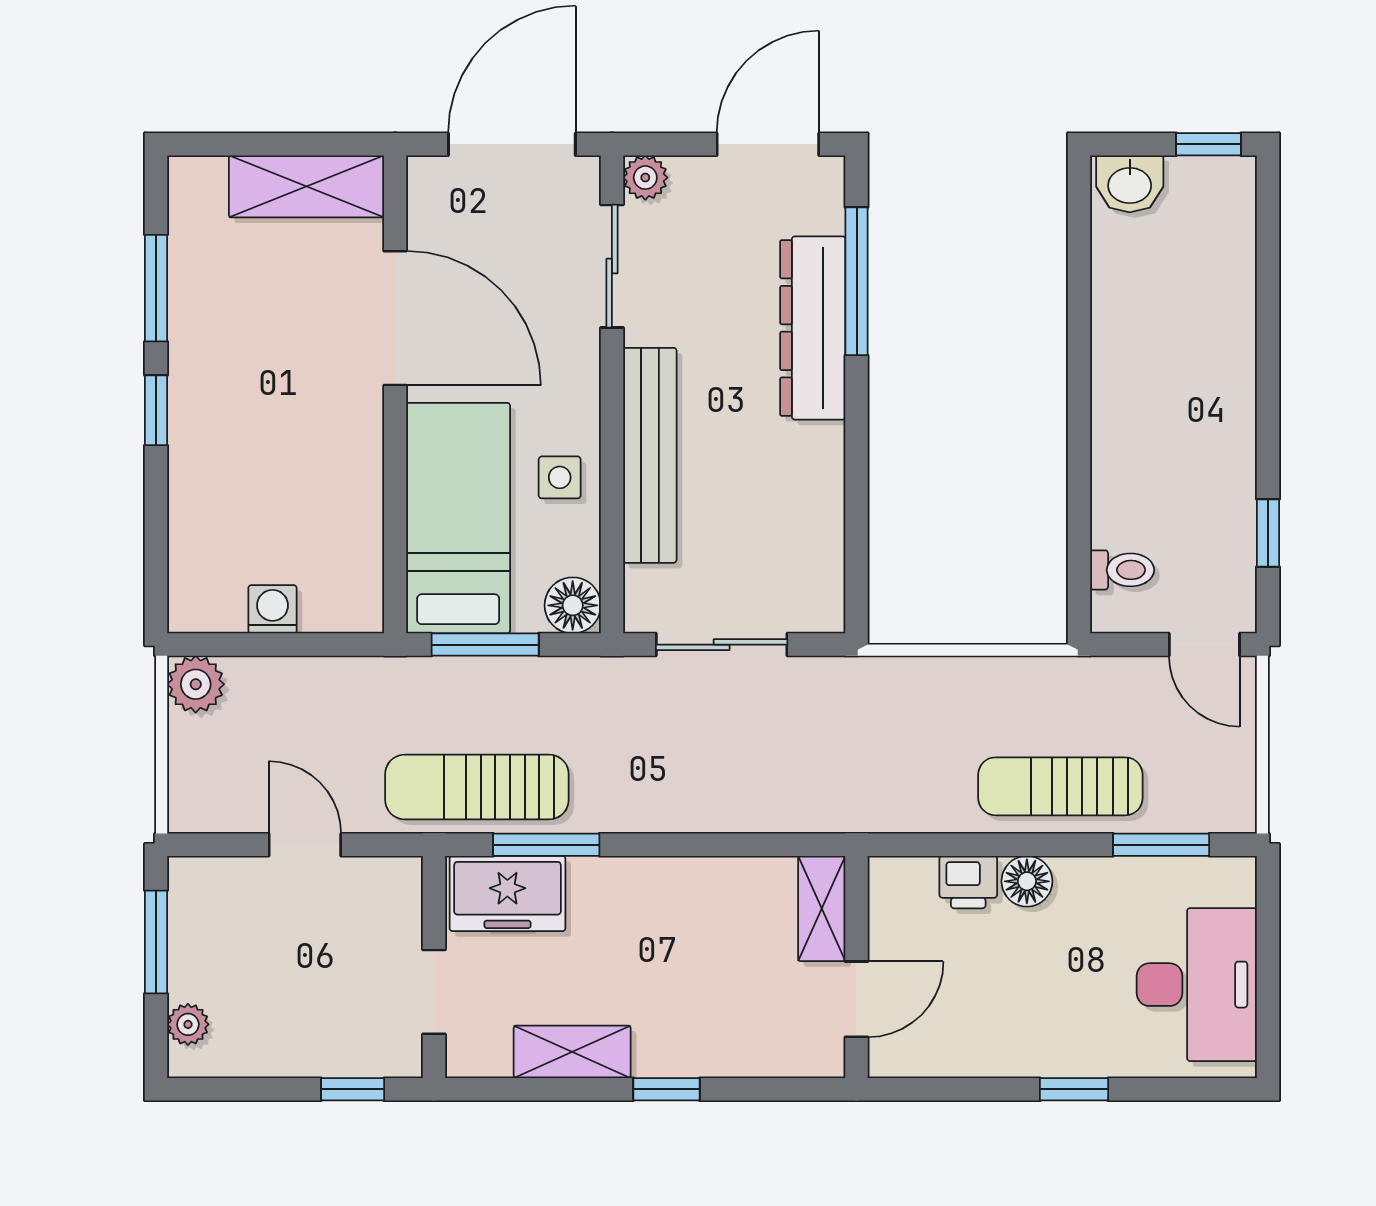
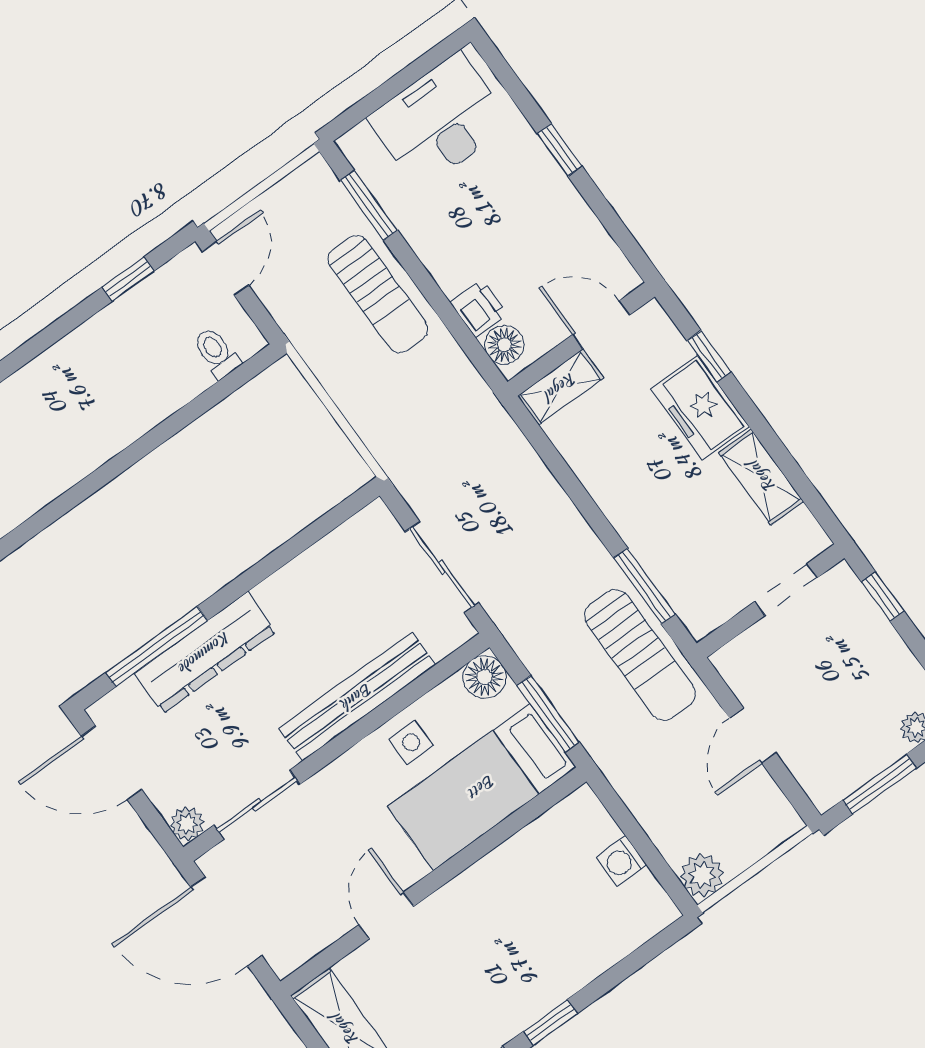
door: (395, 318) -> (386, 916), width x0.53
floor lamp: (1027, 881) -> (504, 345), moved
freezer: (507, 893) -> (700, 407), moved, turned 180
window: (667, 1089) -> (709, 356), moved

